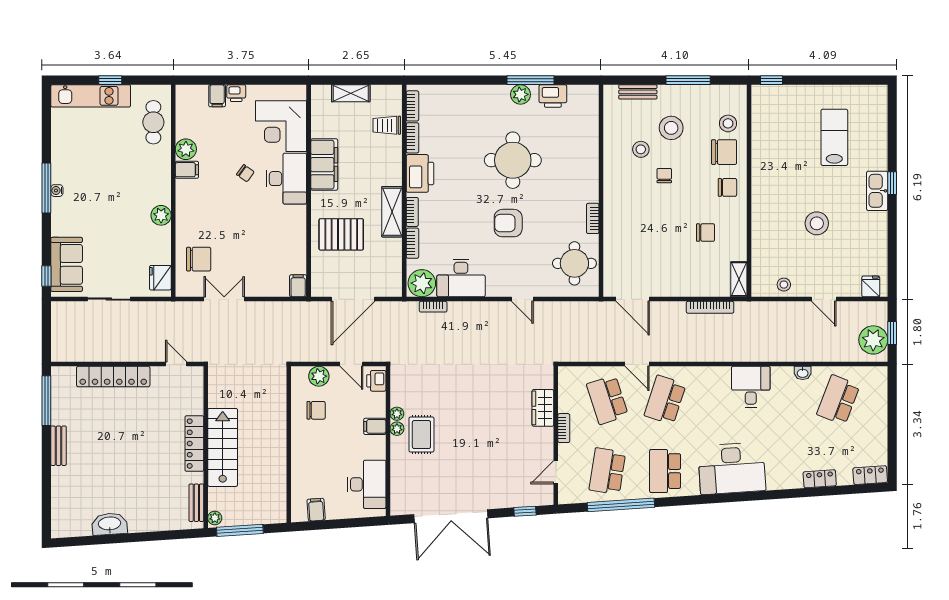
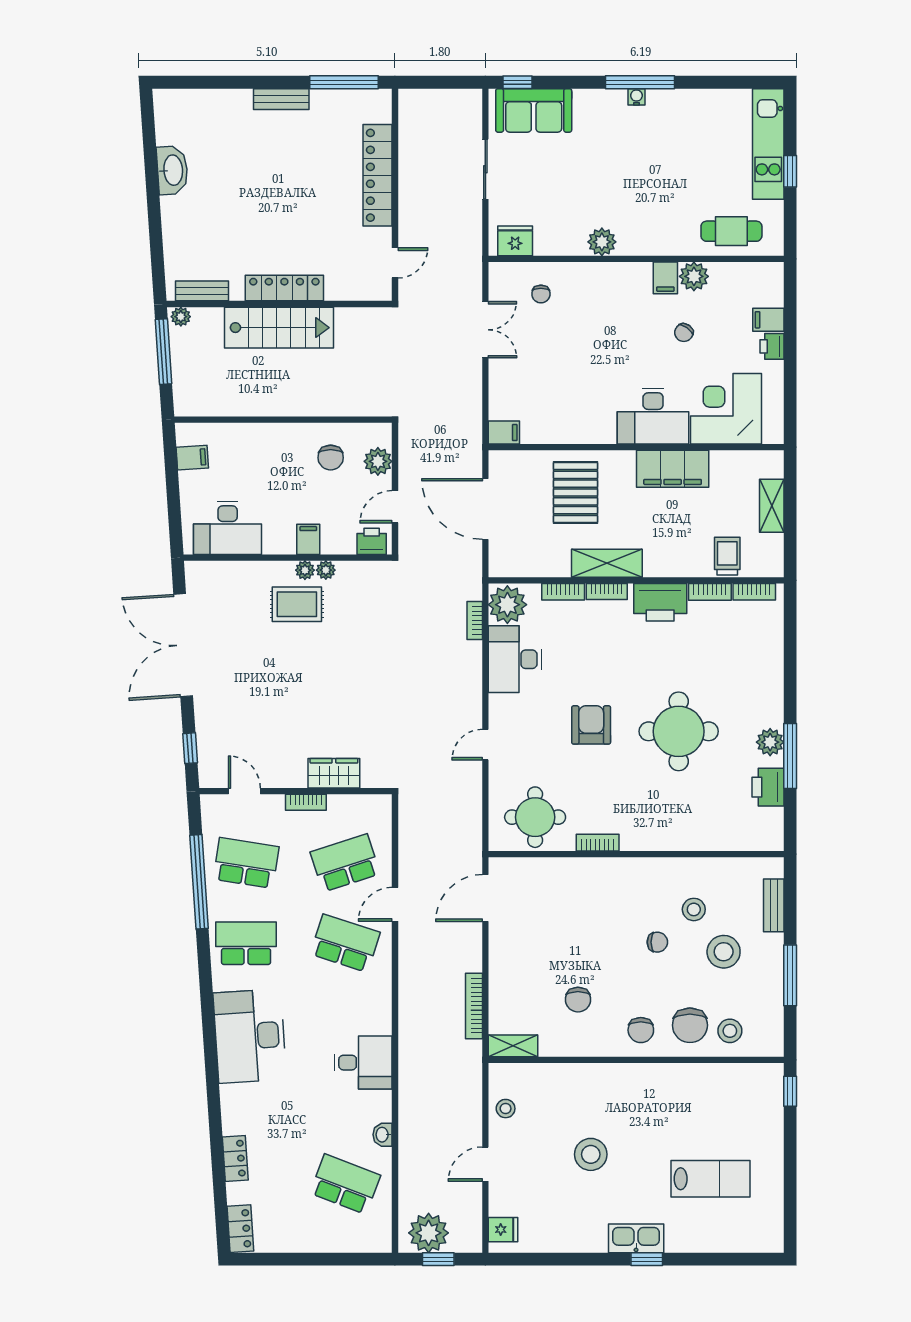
chair: (245, 173) -> (684, 333), moved
chair: (199, 259) -> (541, 294), width x0.54, depth x0.54

